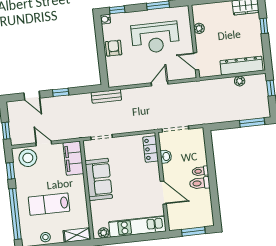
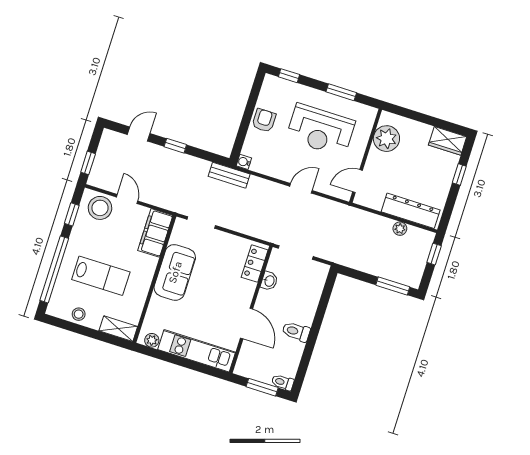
water cooler: (105, 19) -> (244, 162), moved
plant: (199, 28) -> (386, 139), width x1.87, depth x1.87
door: (196, 61) -> (358, 181), hinge flipped
door: (32, 96) -> (139, 134), swing flipped
toilet: (200, 171) -> (283, 382), moved
lab bench: (49, 204) -> (101, 276), turned 180

